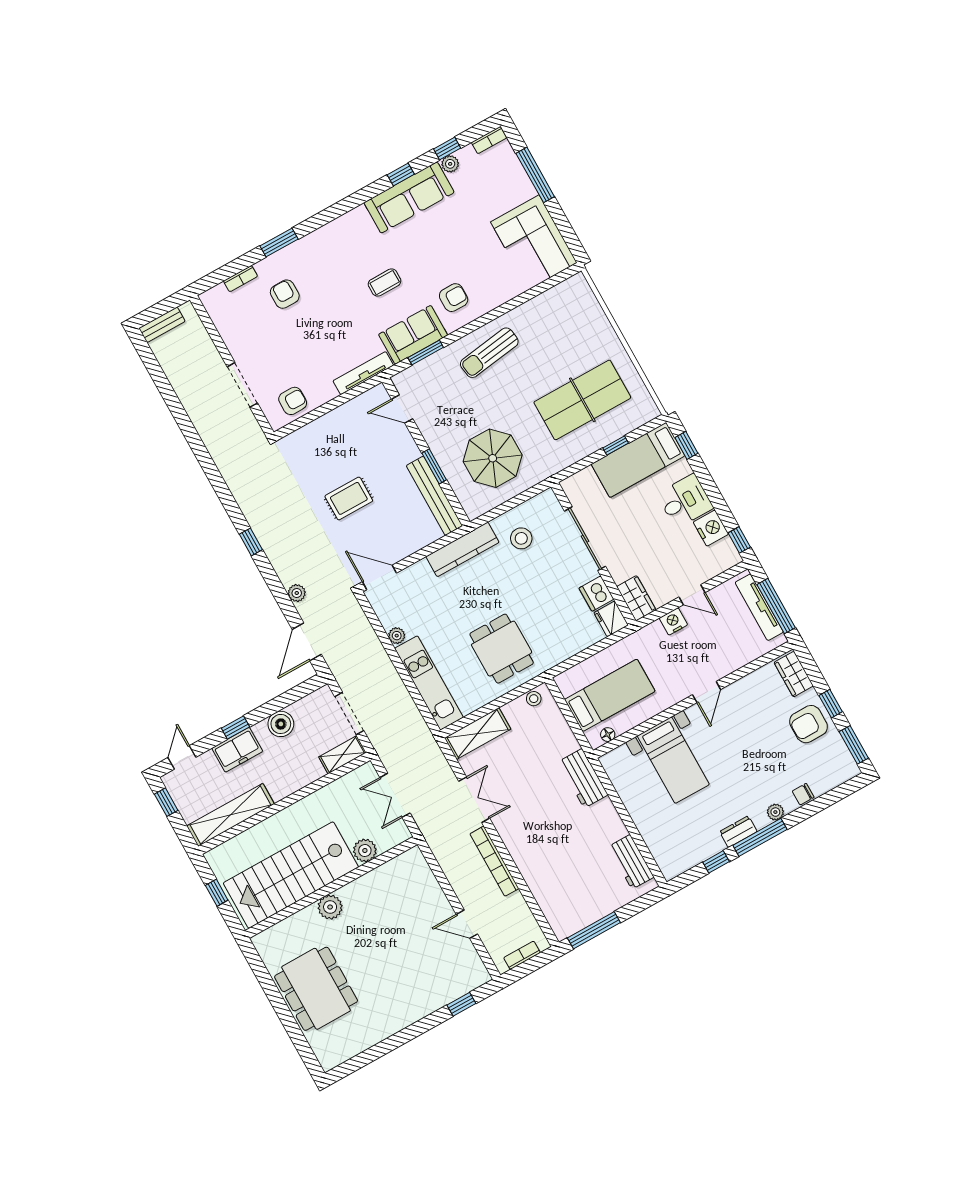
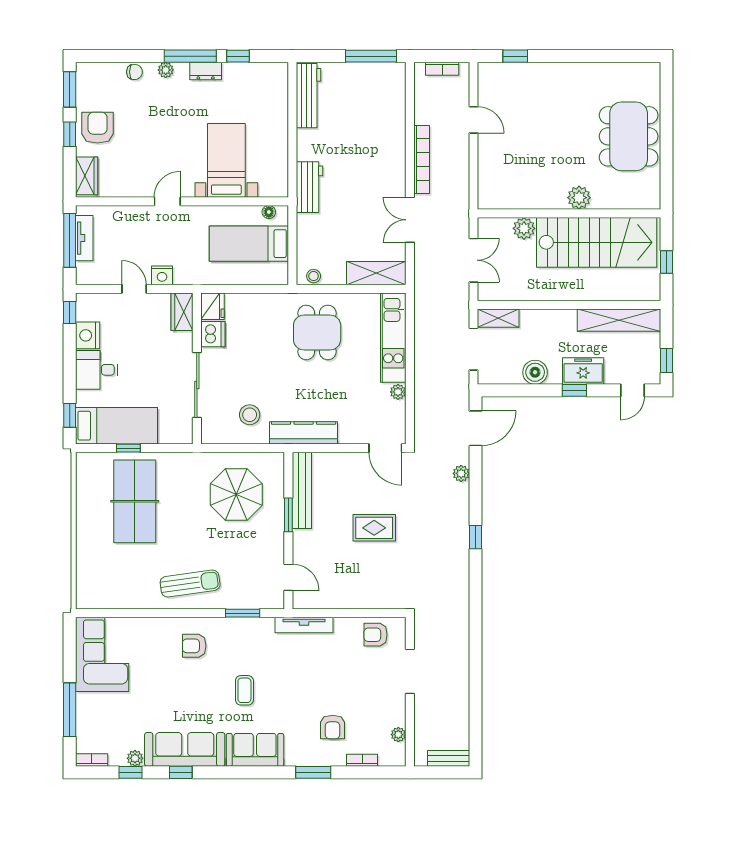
coffee table: (385, 283) -> (244, 690), turned 90
plant: (220, 321) -> (398, 735), added
sofa: (413, 335) -> (255, 750), moved, turned 180
table tennis table: (582, 400) -> (135, 501), turned 90
tv unit: (759, 607) -> (84, 238), width x0.71
armchair: (808, 724) -> (97, 128), turned -90
workbench: (631, 862) -> (309, 96), width x1.38

